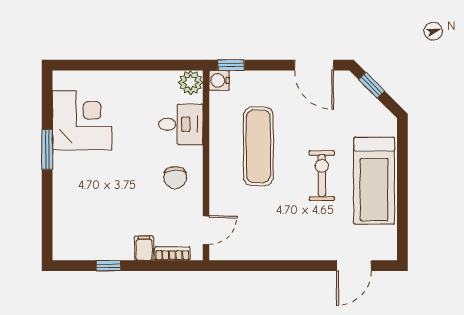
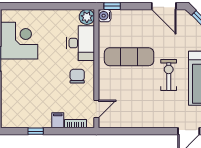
desk: (181, 124) -> (81, 43), width x1.37
exercise mat: (258, 146) -> (129, 57), turned 90
chair: (175, 177) -> (77, 76), turned 180

